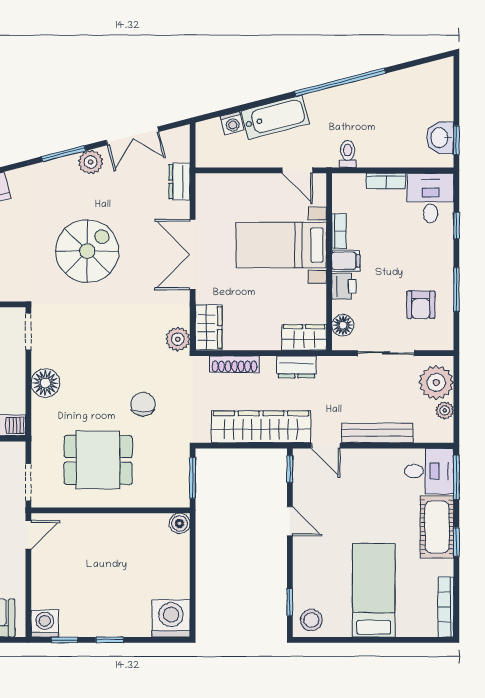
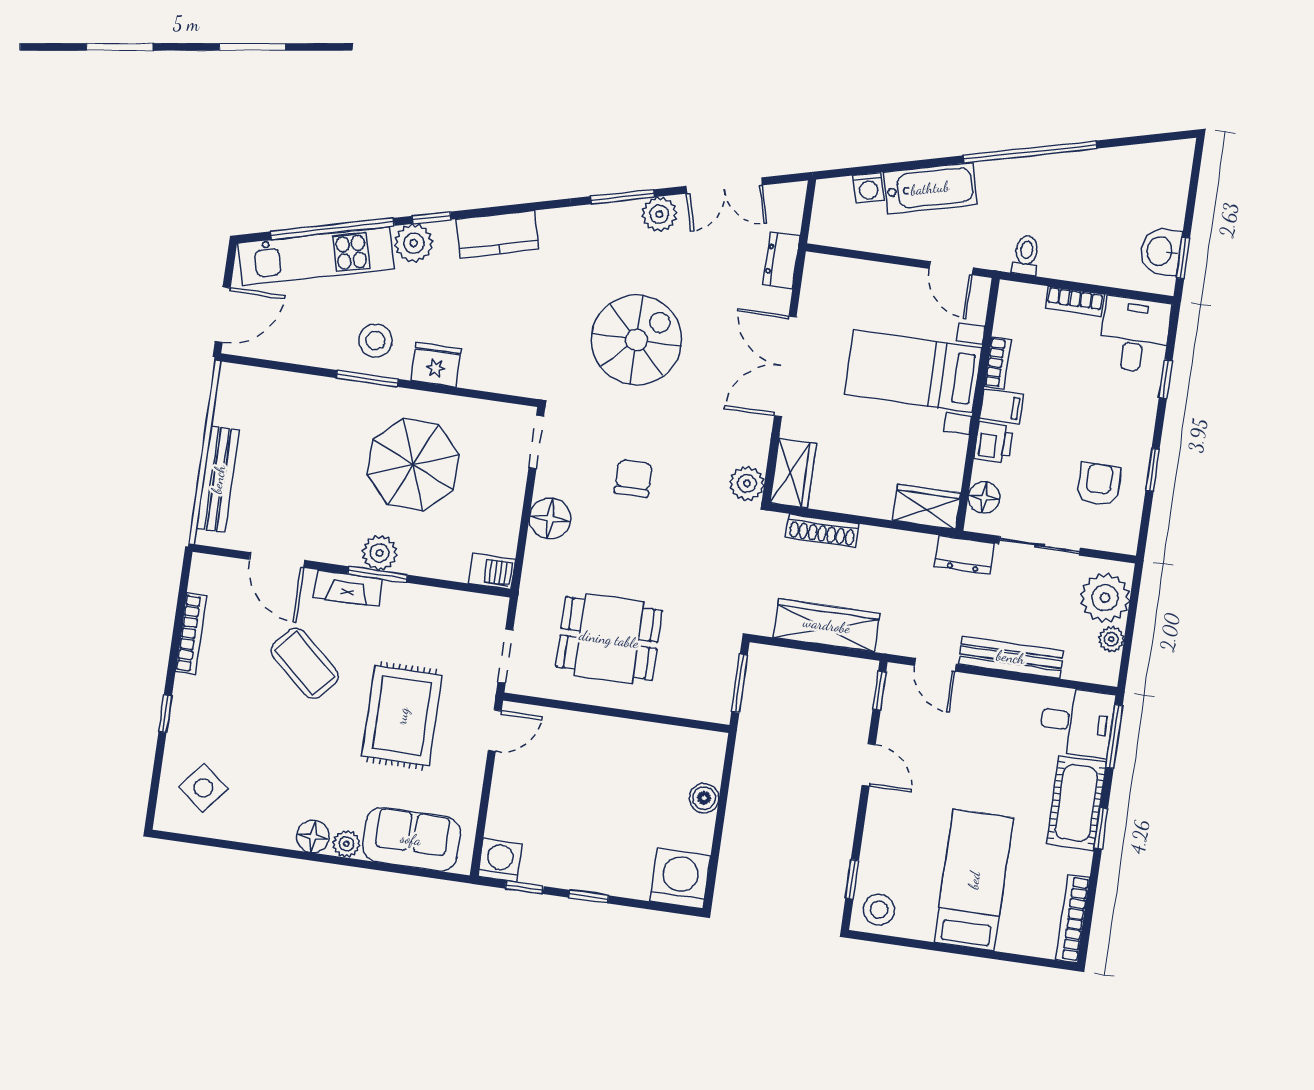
window: (456, 289) -> (1153, 470), width x0.67
armchair: (421, 305) -> (1099, 484), turned 180
dresser: (296, 367) -> (964, 555), moved
chair: (143, 404) -> (633, 478), moved
wardrobe: (261, 427) -> (827, 625), width x0.71, depth x0.85
boiler: (180, 523) -> (704, 798), moved

